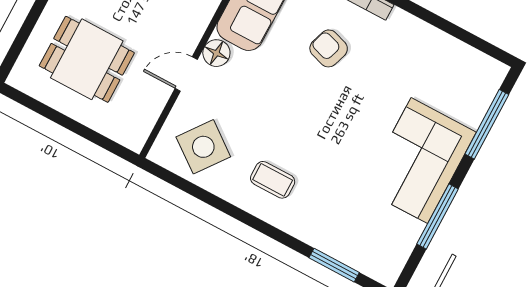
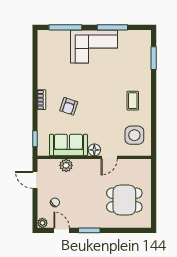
dining table: (87, 59) -> (124, 200), turned 90
door: (186, 74) -> (109, 157), hinge flipped
side table: (203, 147) -> (134, 135), turned -37

